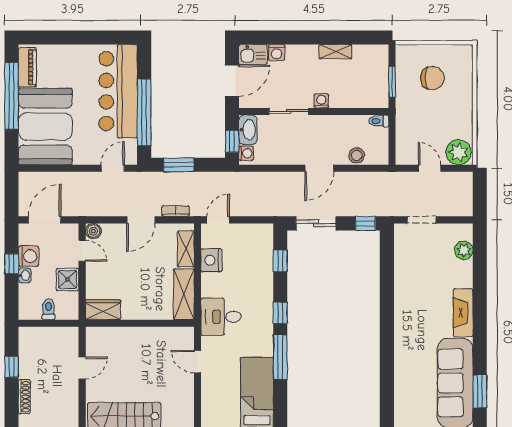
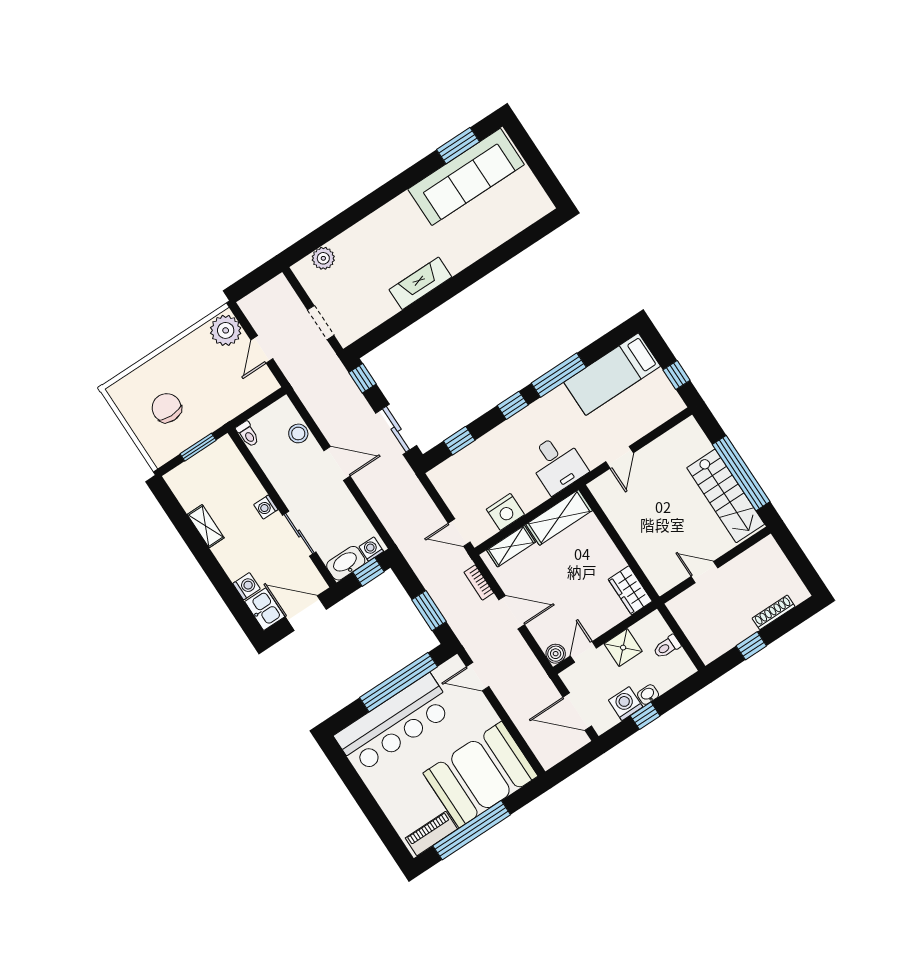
fireplace: (463, 313) -> (420, 283), moved, turned 180

